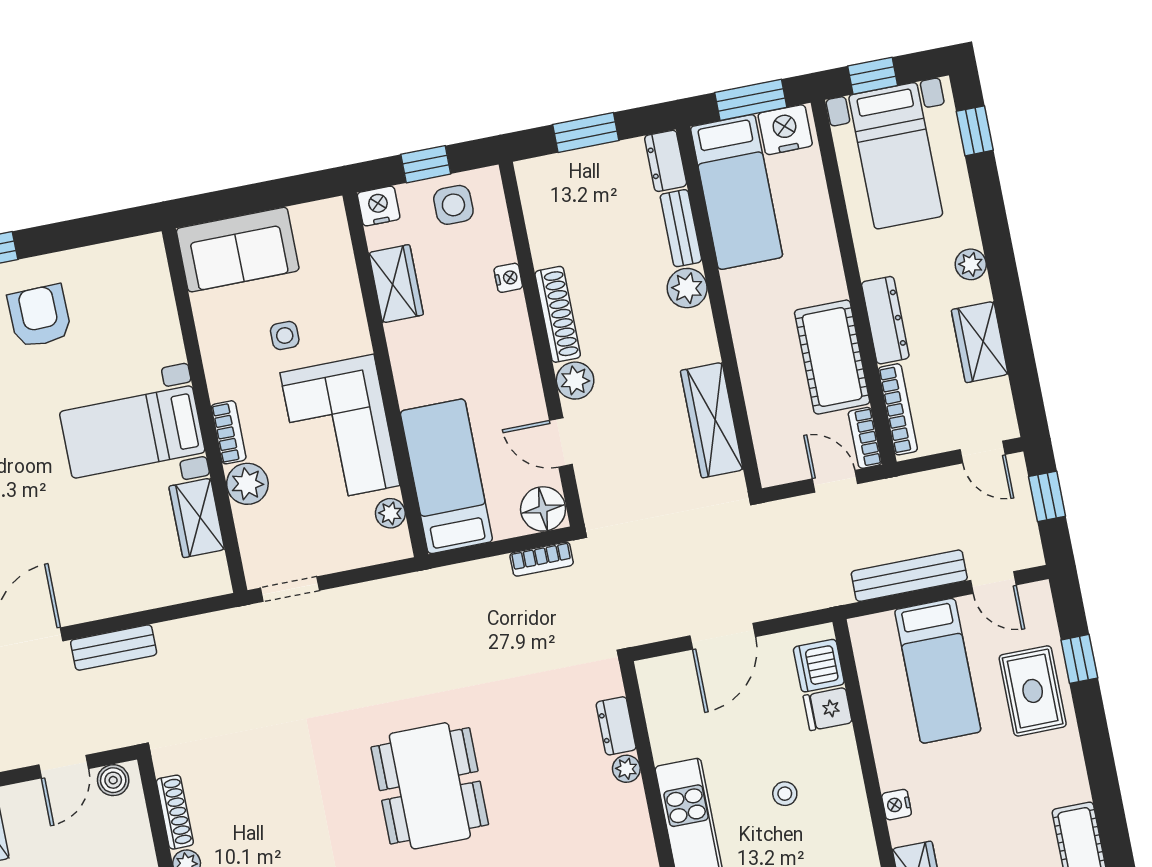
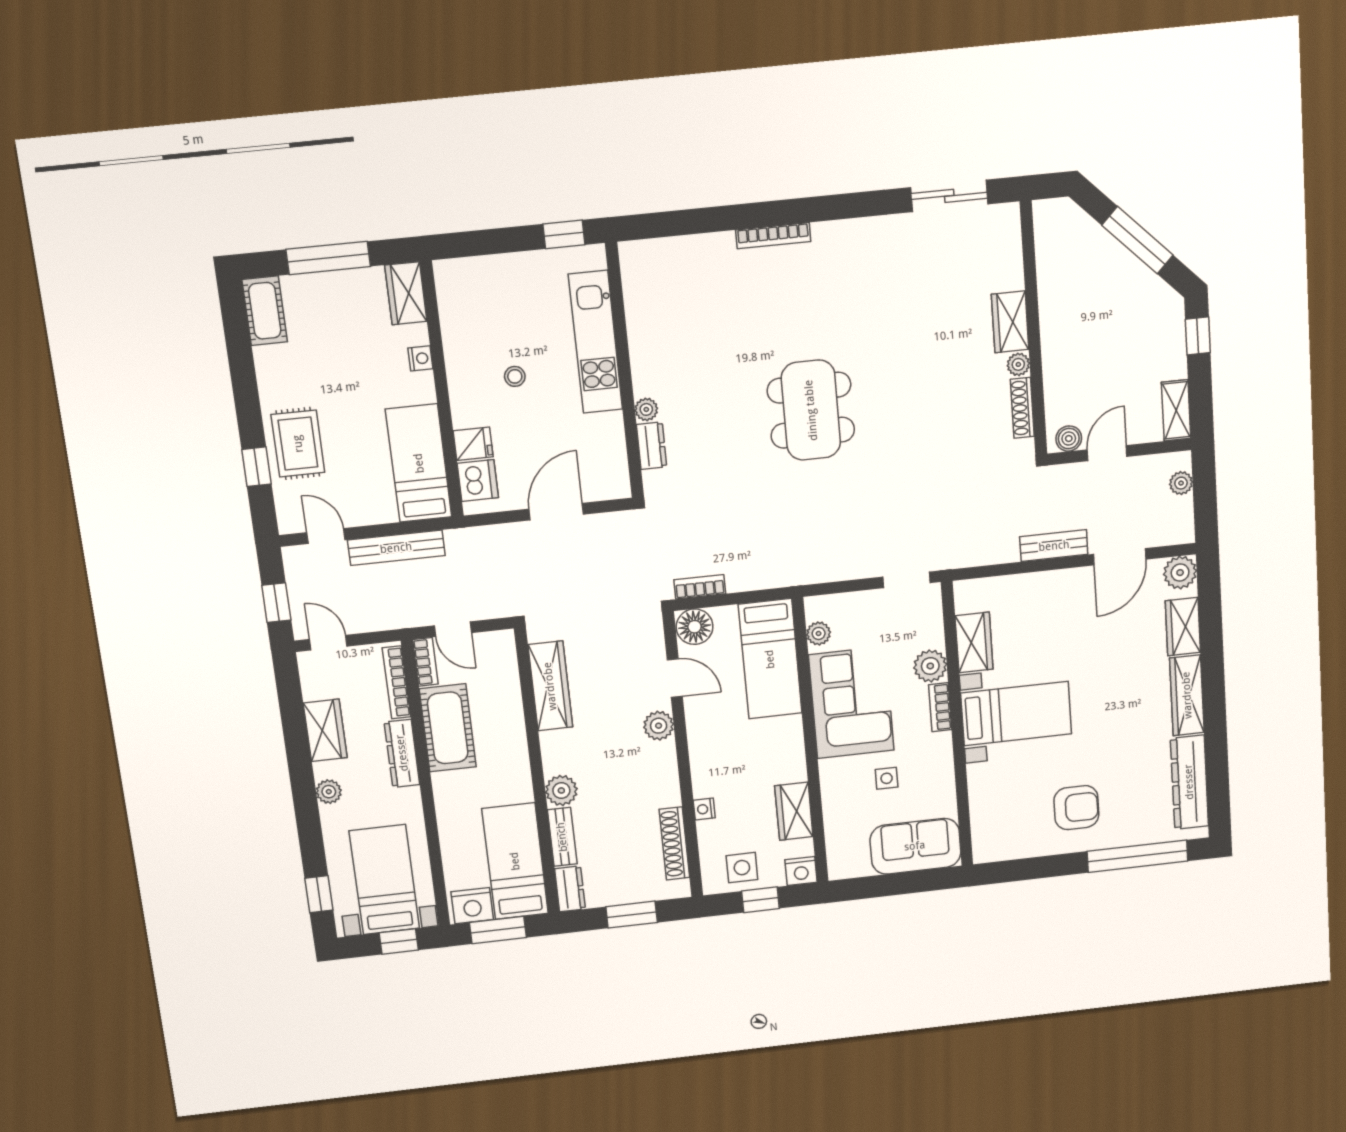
shoe rack: (558, 314) -> (674, 844), moved
armchair: (40, 316) -> (1076, 808), turned -89
bed: (938, 671) -> (419, 463), moved

